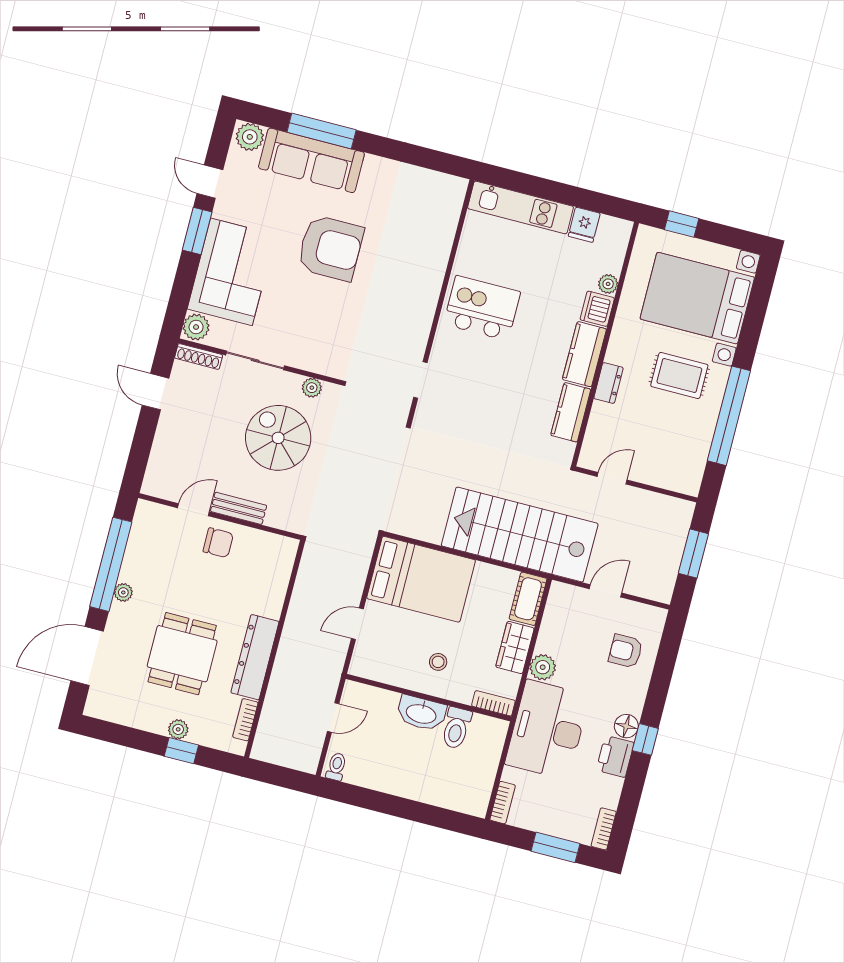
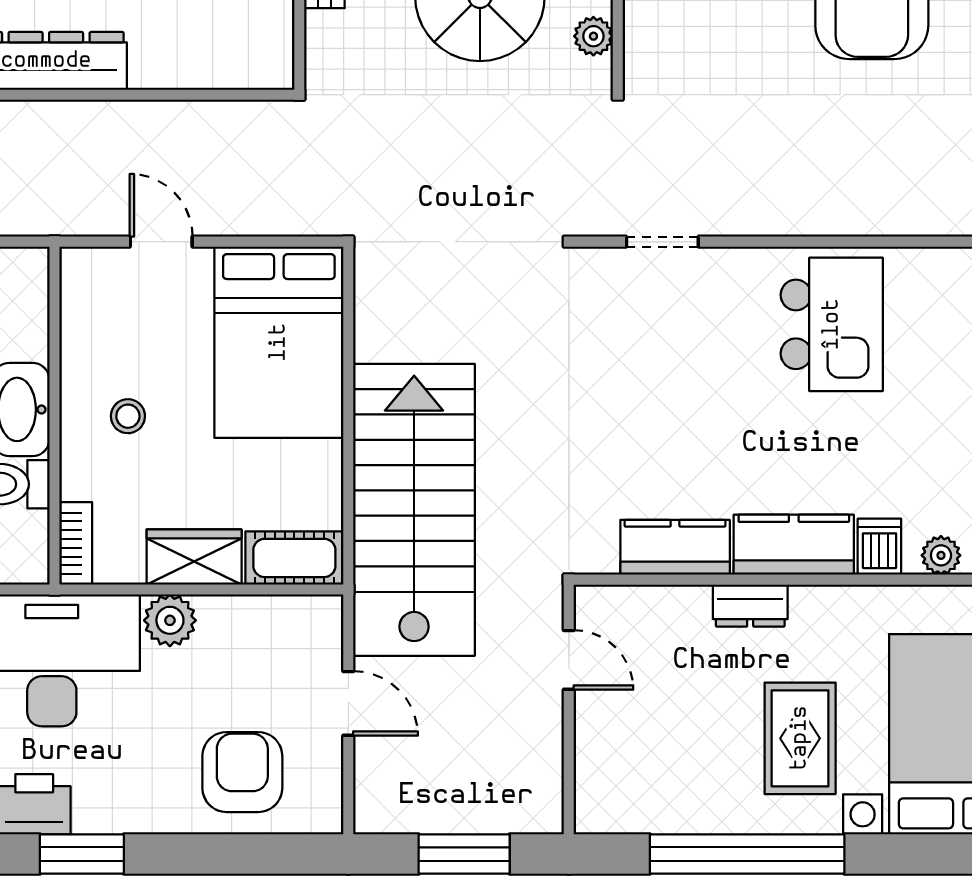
dishwasher: (597, 309) -> (879, 547), width x0.73
armchair: (626, 651) -> (242, 772), width x1.38, depth x1.38
floor lamp: (626, 726) -> (98, 811), removed
window: (645, 739) -> (82, 854), width x1.50

